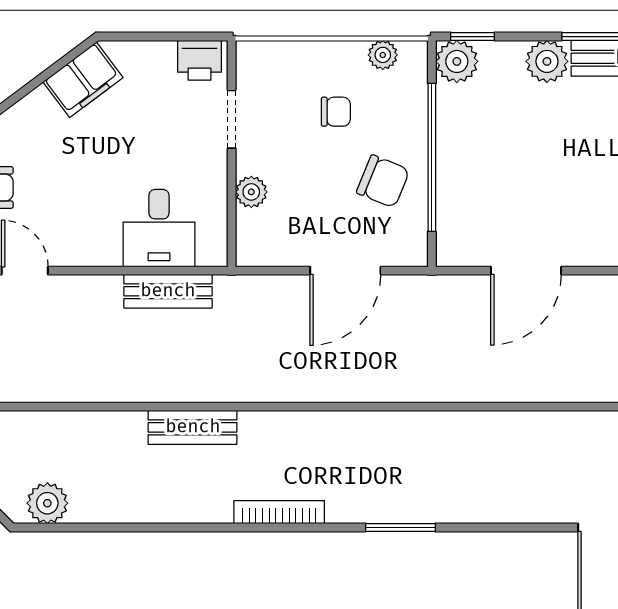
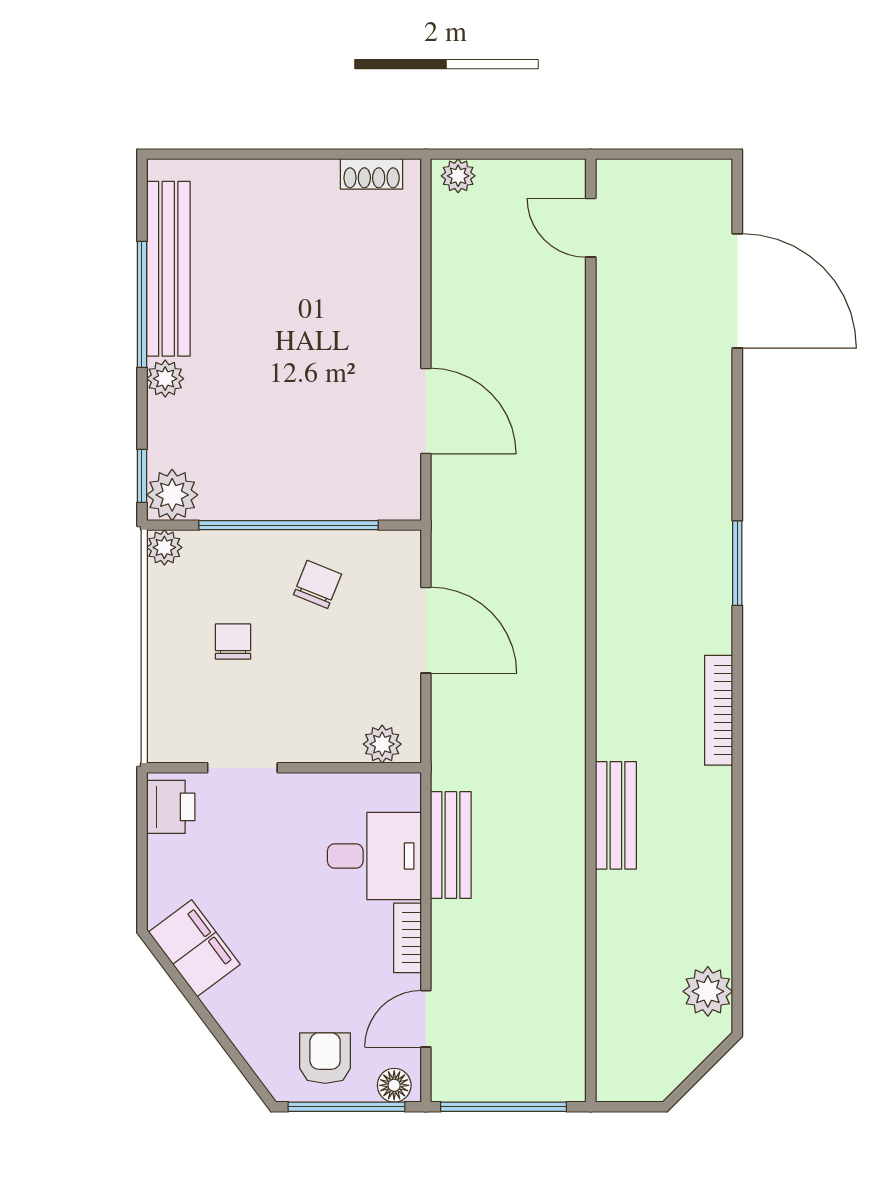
plant: (383, 55) -> (164, 547), moved
plant: (547, 61) -> (165, 379), width x0.73, depth x0.73
chair: (383, 181) -> (317, 584), width x0.73, depth x0.73
plant: (251, 192) -> (382, 744), moved
bookcase: (91, 255) -> (407, 938), added

